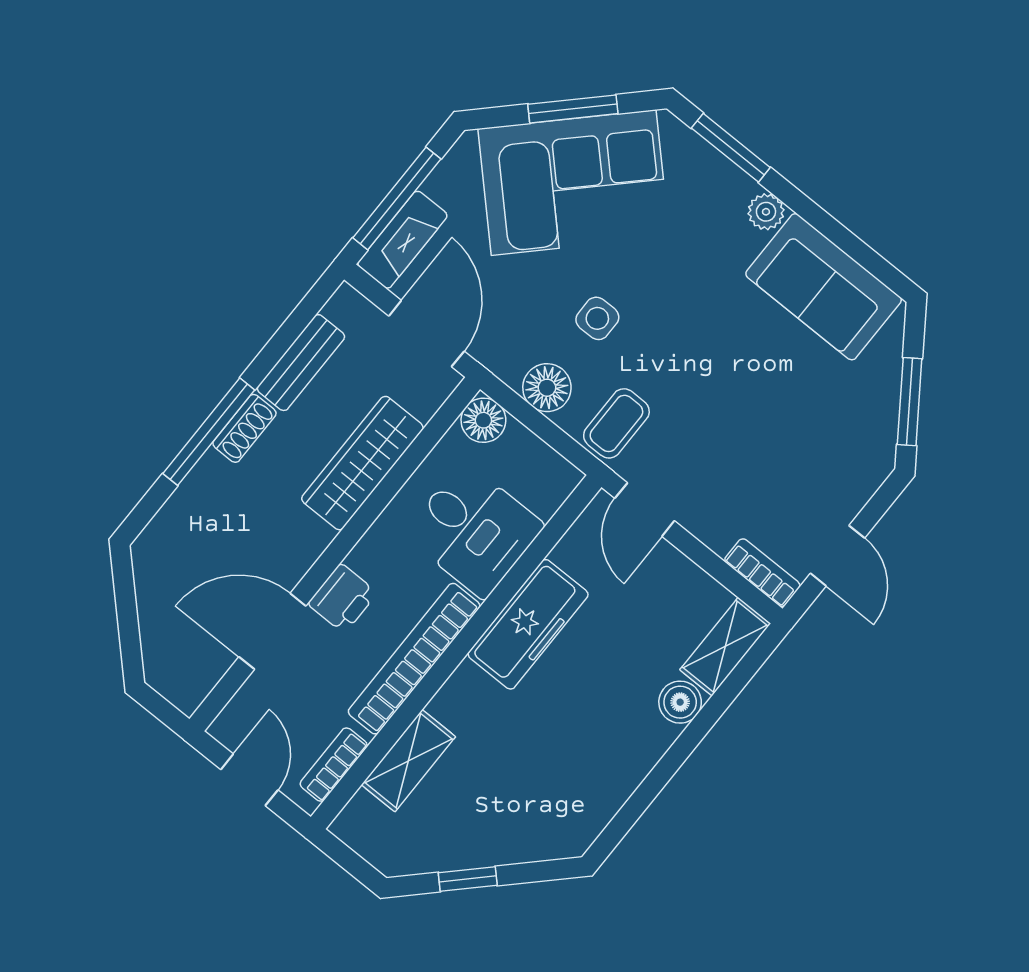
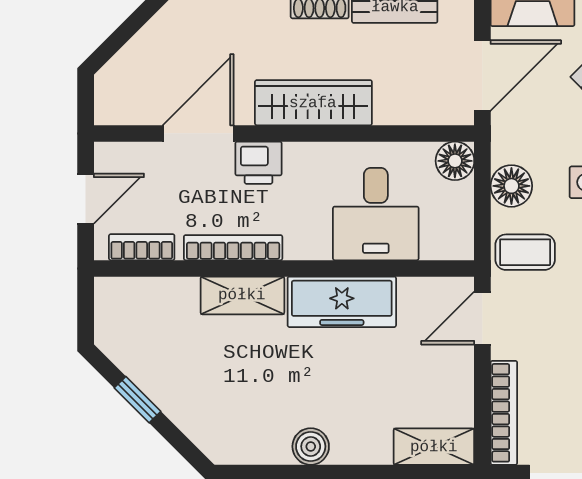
wardrobe: (362, 463) -> (313, 103), moved
bookcase: (762, 573) -> (504, 413), width x1.56
door: (272, 631) -> (198, 133), hinge flipped
bookcase: (414, 659) -> (233, 248), width x0.68, depth x0.76
boiler: (680, 702) -> (311, 446), moved
shelving: (408, 761) -> (242, 295), moved

